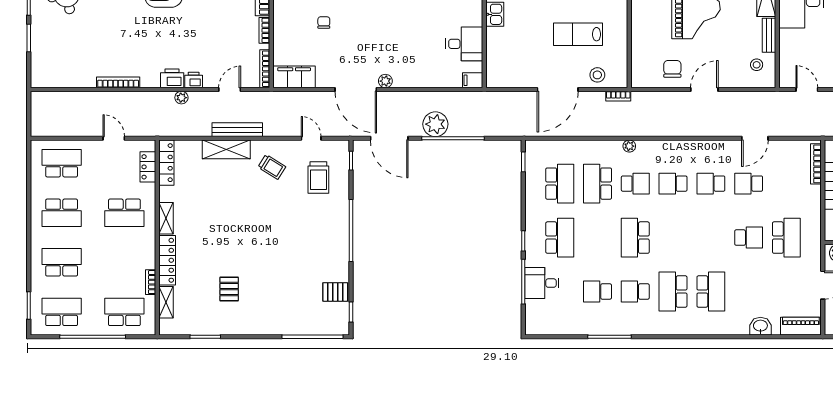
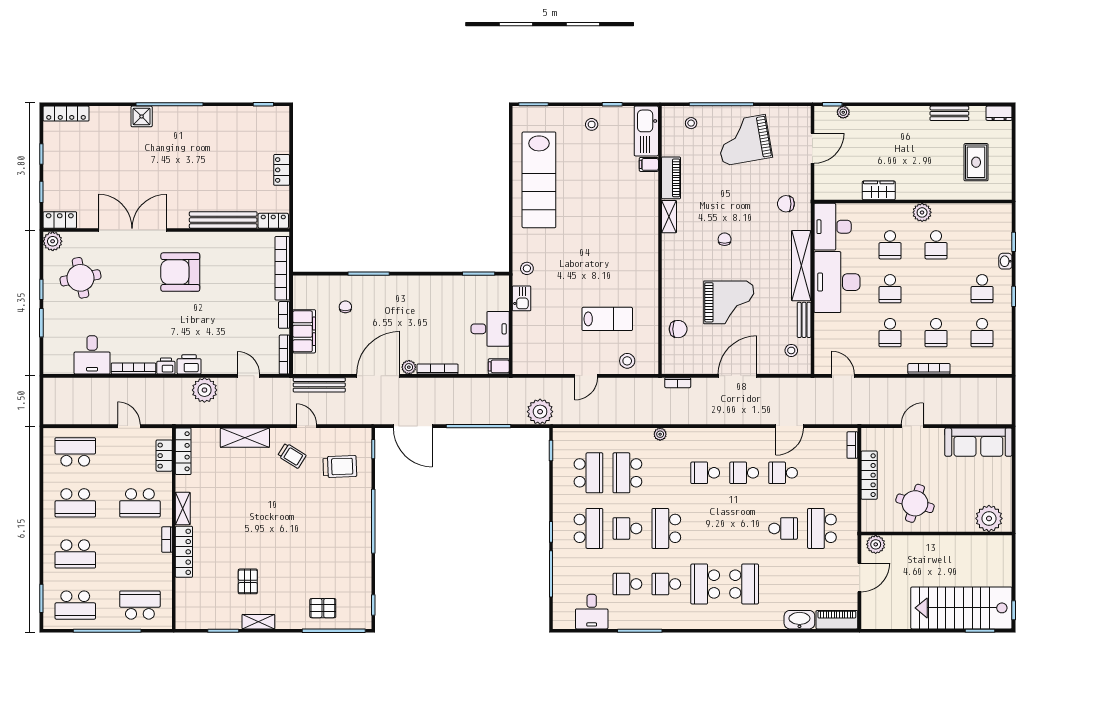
lab bench: (578, 34) -> (607, 319), turned 180
desk: (78, 69) -> (92, 355), added
chair: (672, 69) -> (678, 329), moved, turned 90
filing cabinet: (294, 77) -> (304, 331), moved, turned 90
printer: (194, 80) -> (166, 366), moved
bookcase: (413, 83) -> (438, 369), added
door: (230, 89) -> (248, 376), hinge flipped
door: (356, 89) -> (378, 376), swing flipped
door: (558, 89) -> (586, 376), width x0.53
door: (704, 89) -> (737, 376), width x1.36
bookcase: (618, 96) -> (678, 383), moved
plant: (181, 98) -> (204, 390), width x1.88, depth x1.88
plant: (435, 124) -> (540, 412), moved
bench: (237, 130) -> (319, 385), moved
door: (311, 138) -> (306, 426), moved
bookcase: (816, 164) -> (852, 445), width x0.64
trolley: (318, 177) -> (340, 467), turned -92
school desk: (635, 184) -> (627, 528), moved, turned 180
school desk: (786, 238) -> (822, 528), turned 180
school desk: (62, 262) -> (75, 554), turned 180
bookcase: (151, 282) -> (167, 540), moved
desk: (542, 283) -> (592, 612), moved, turned -90
pallet: (335, 292) -> (323, 608), moved
shelving: (166, 302) -> (258, 622), moved, turned 90
school desk: (62, 312) -> (75, 605), turned 180
washbasin: (760, 326) -> (799, 620), width x1.38

